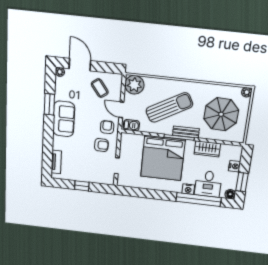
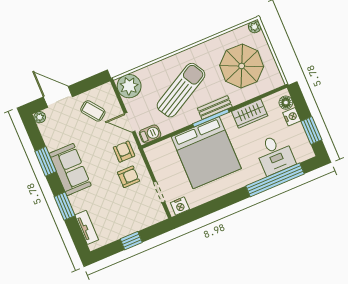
window: (48, 141) -> (65, 206), added
nightstand: (188, 189) -> (180, 206), moved
floor lamp: (230, 194) -> (286, 103), moved

